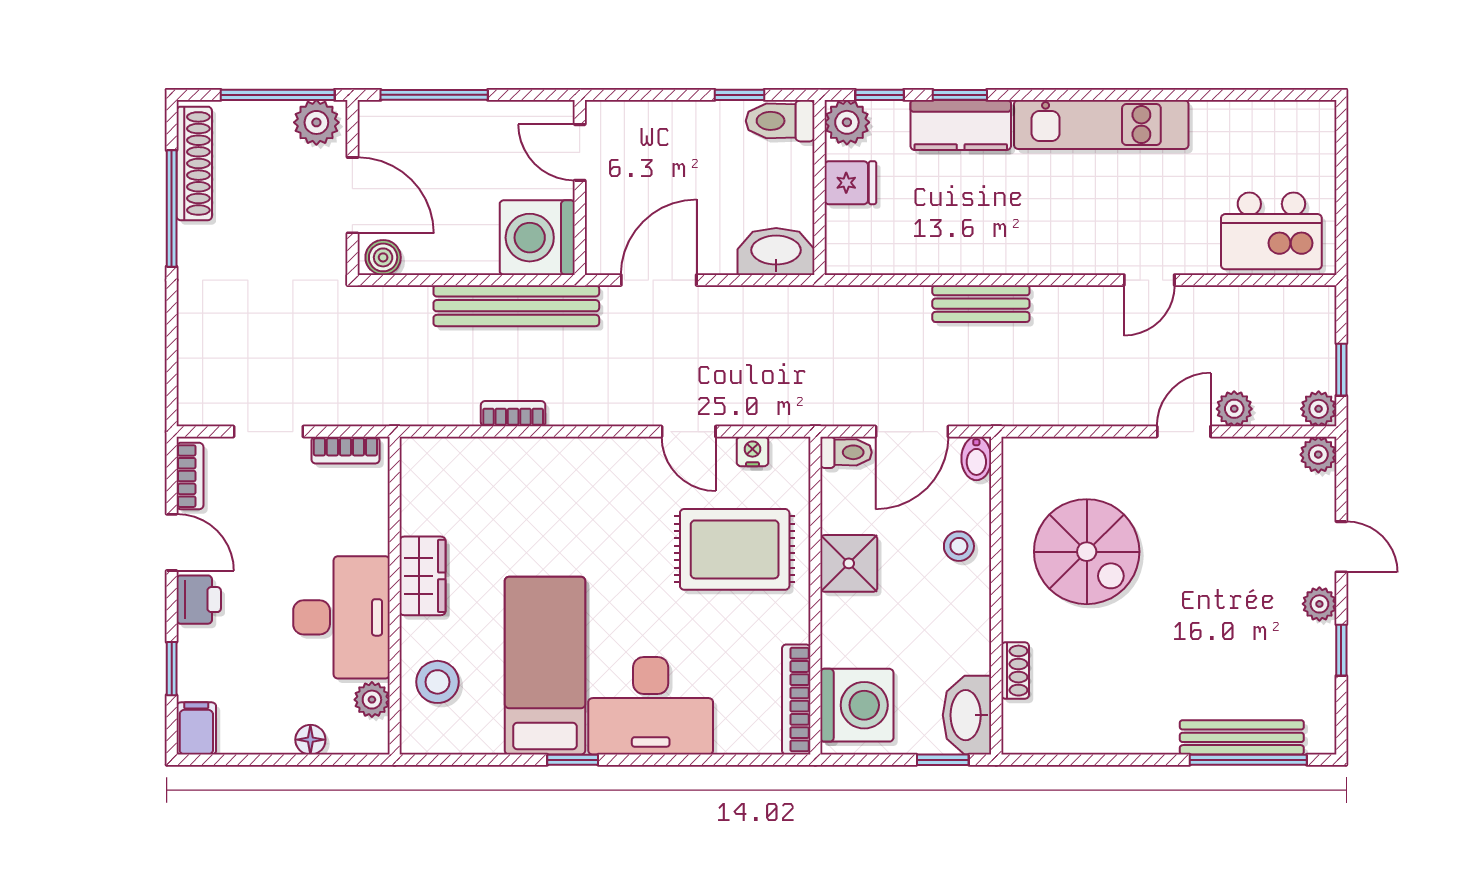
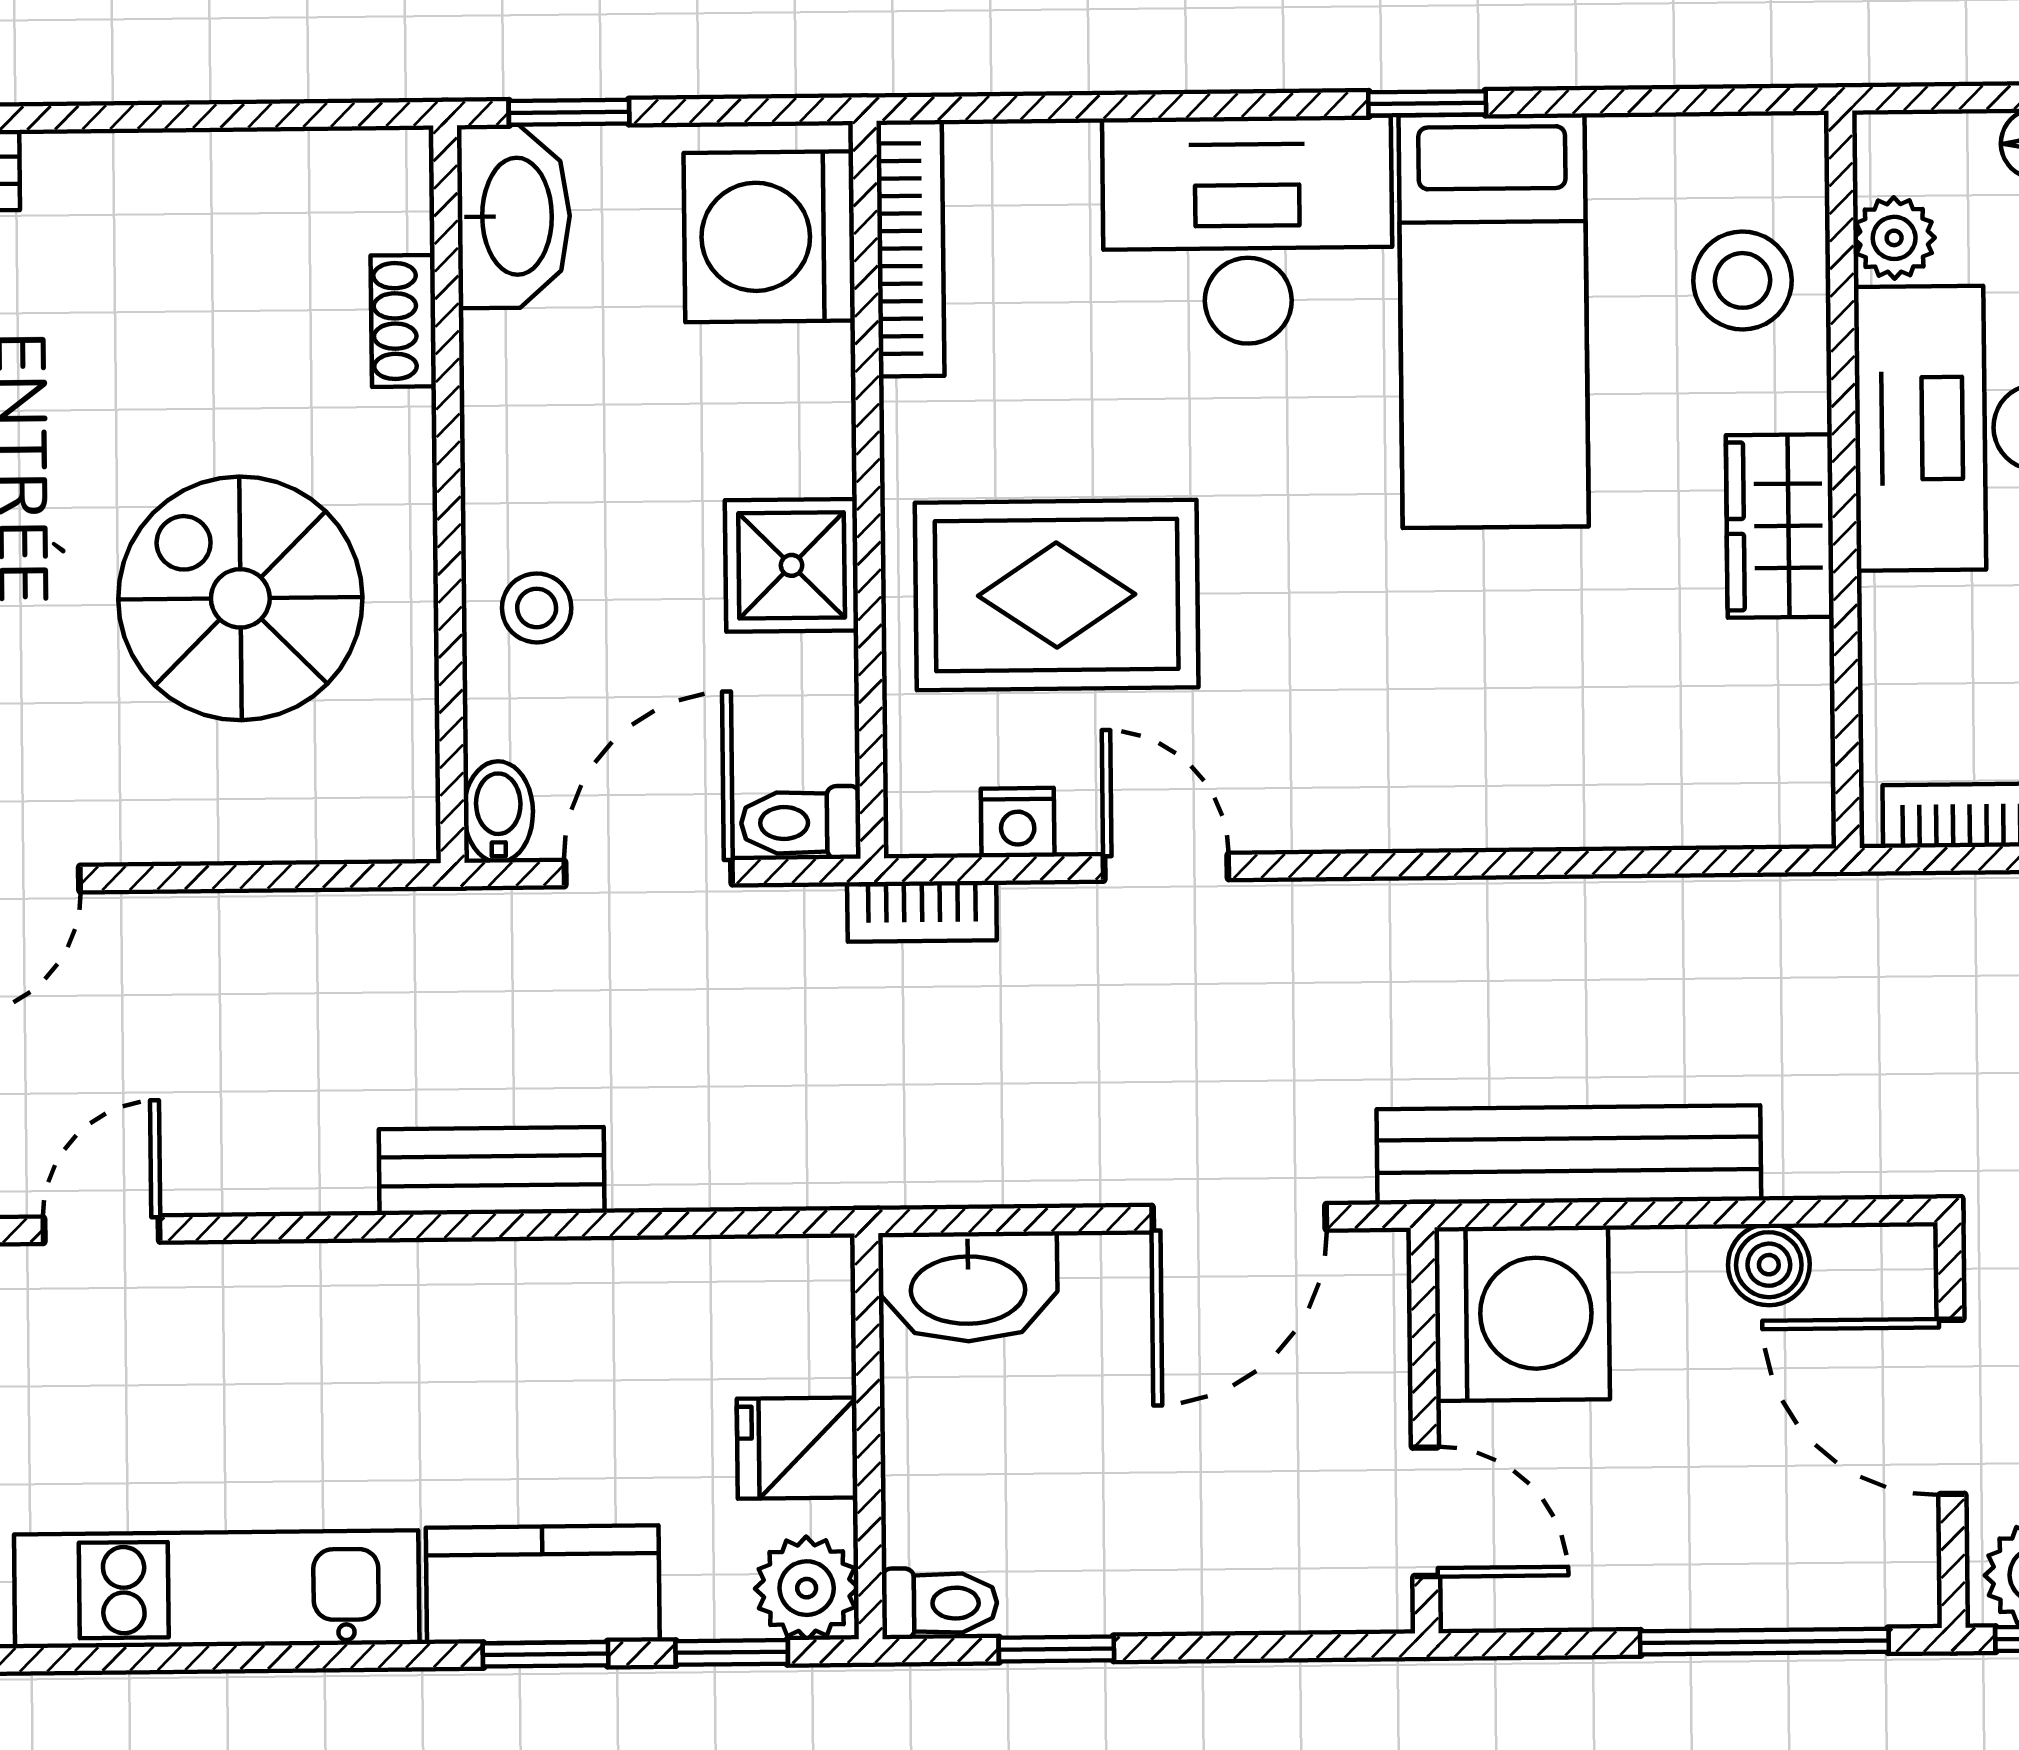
toilet: (780, 121) -> (939, 1603), width x0.73, depth x0.72
boiler: (383, 257) -> (1769, 1265), moved
bookcase: (513, 414) -> (922, 911), moved

